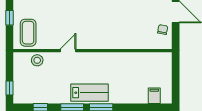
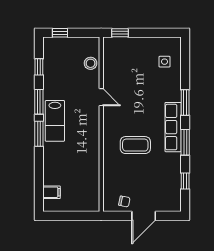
window: (9, 18) -> (120, 33), moved
coffee table: (28, 33) -> (135, 145), moved

